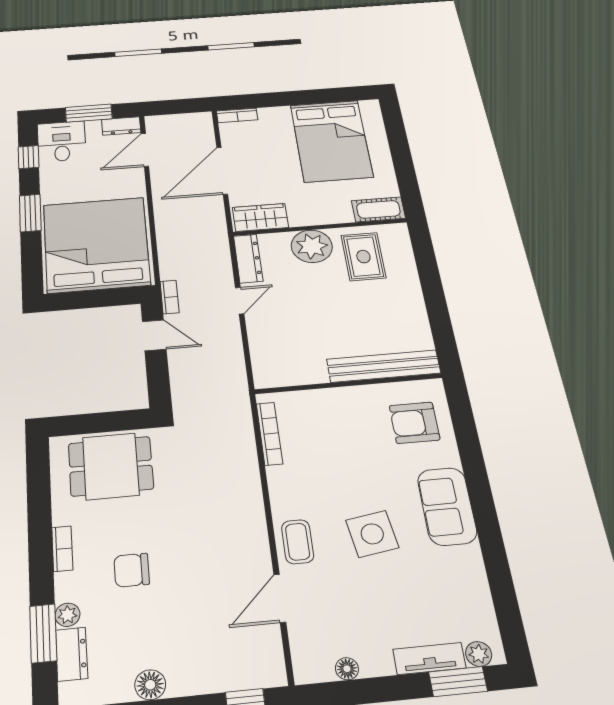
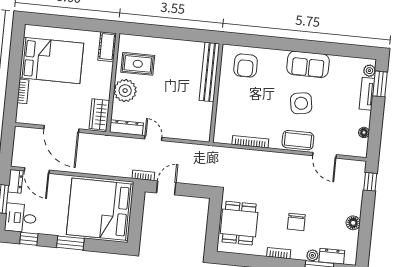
bookcase: (237, 115) -> (23, 91), moved
bookcase: (269, 434) -> (250, 142), moved
sofa: (447, 506) -> (308, 64), moved
coffee table: (298, 542) -> (298, 140), width x1.36, depth x1.30

